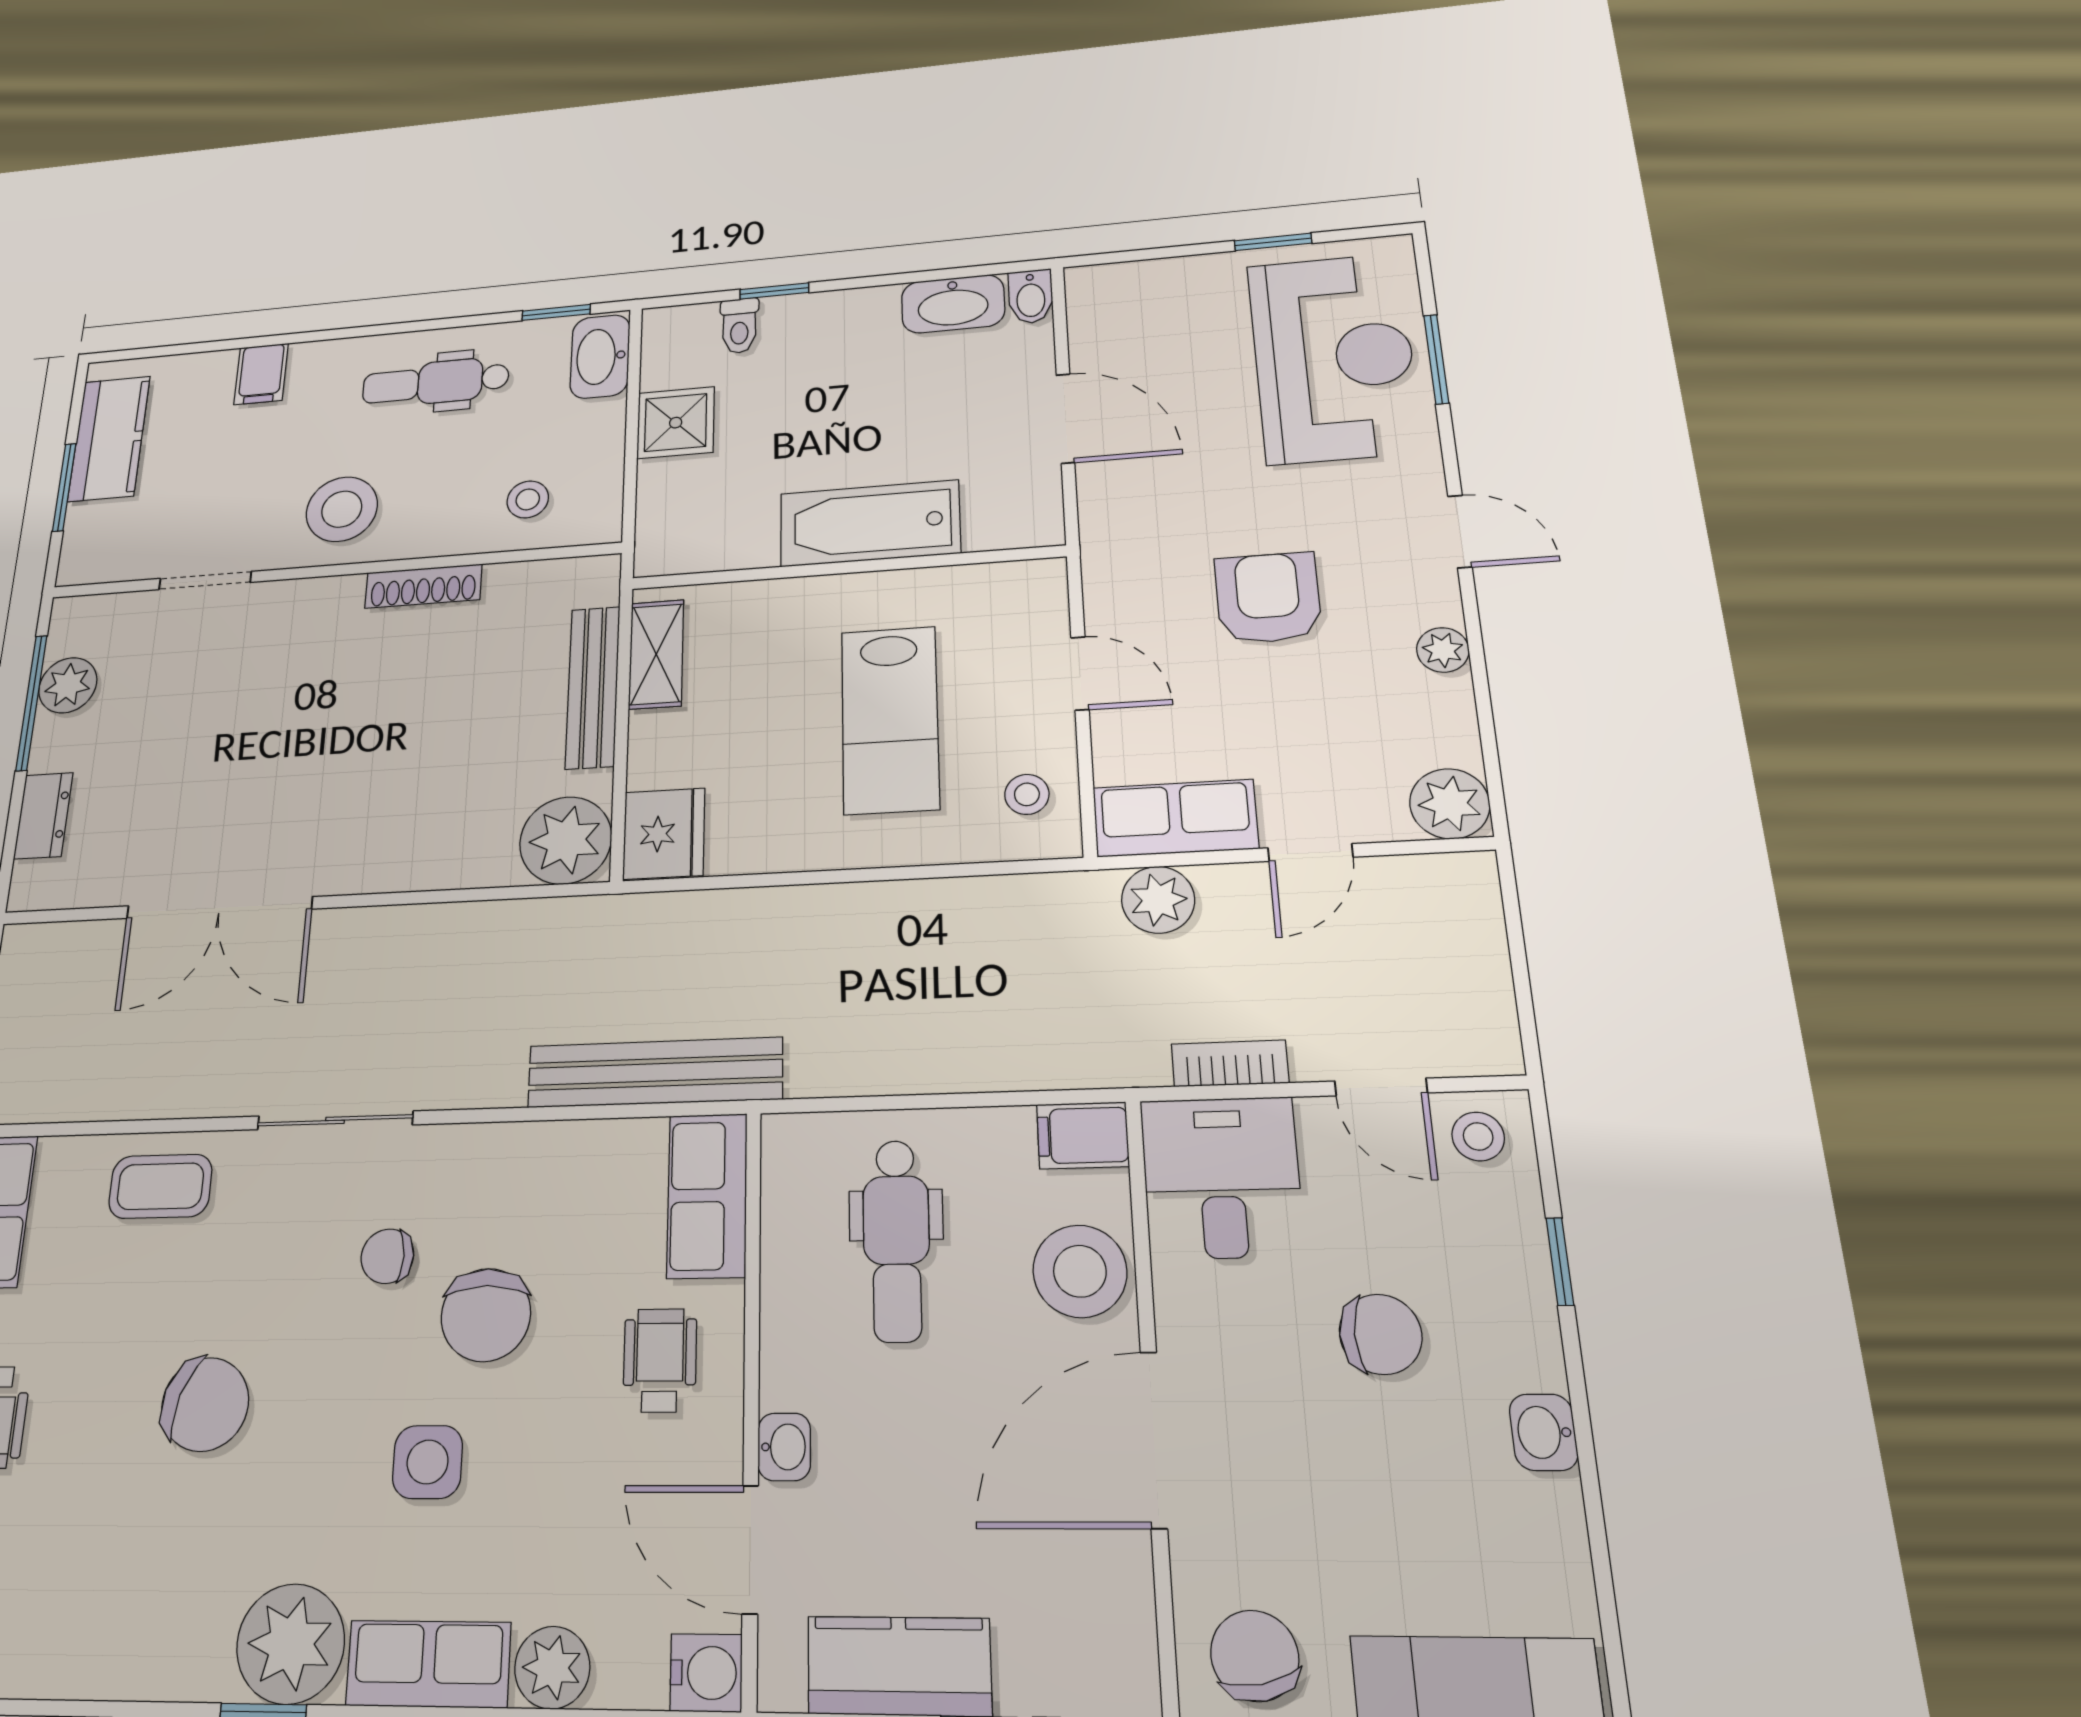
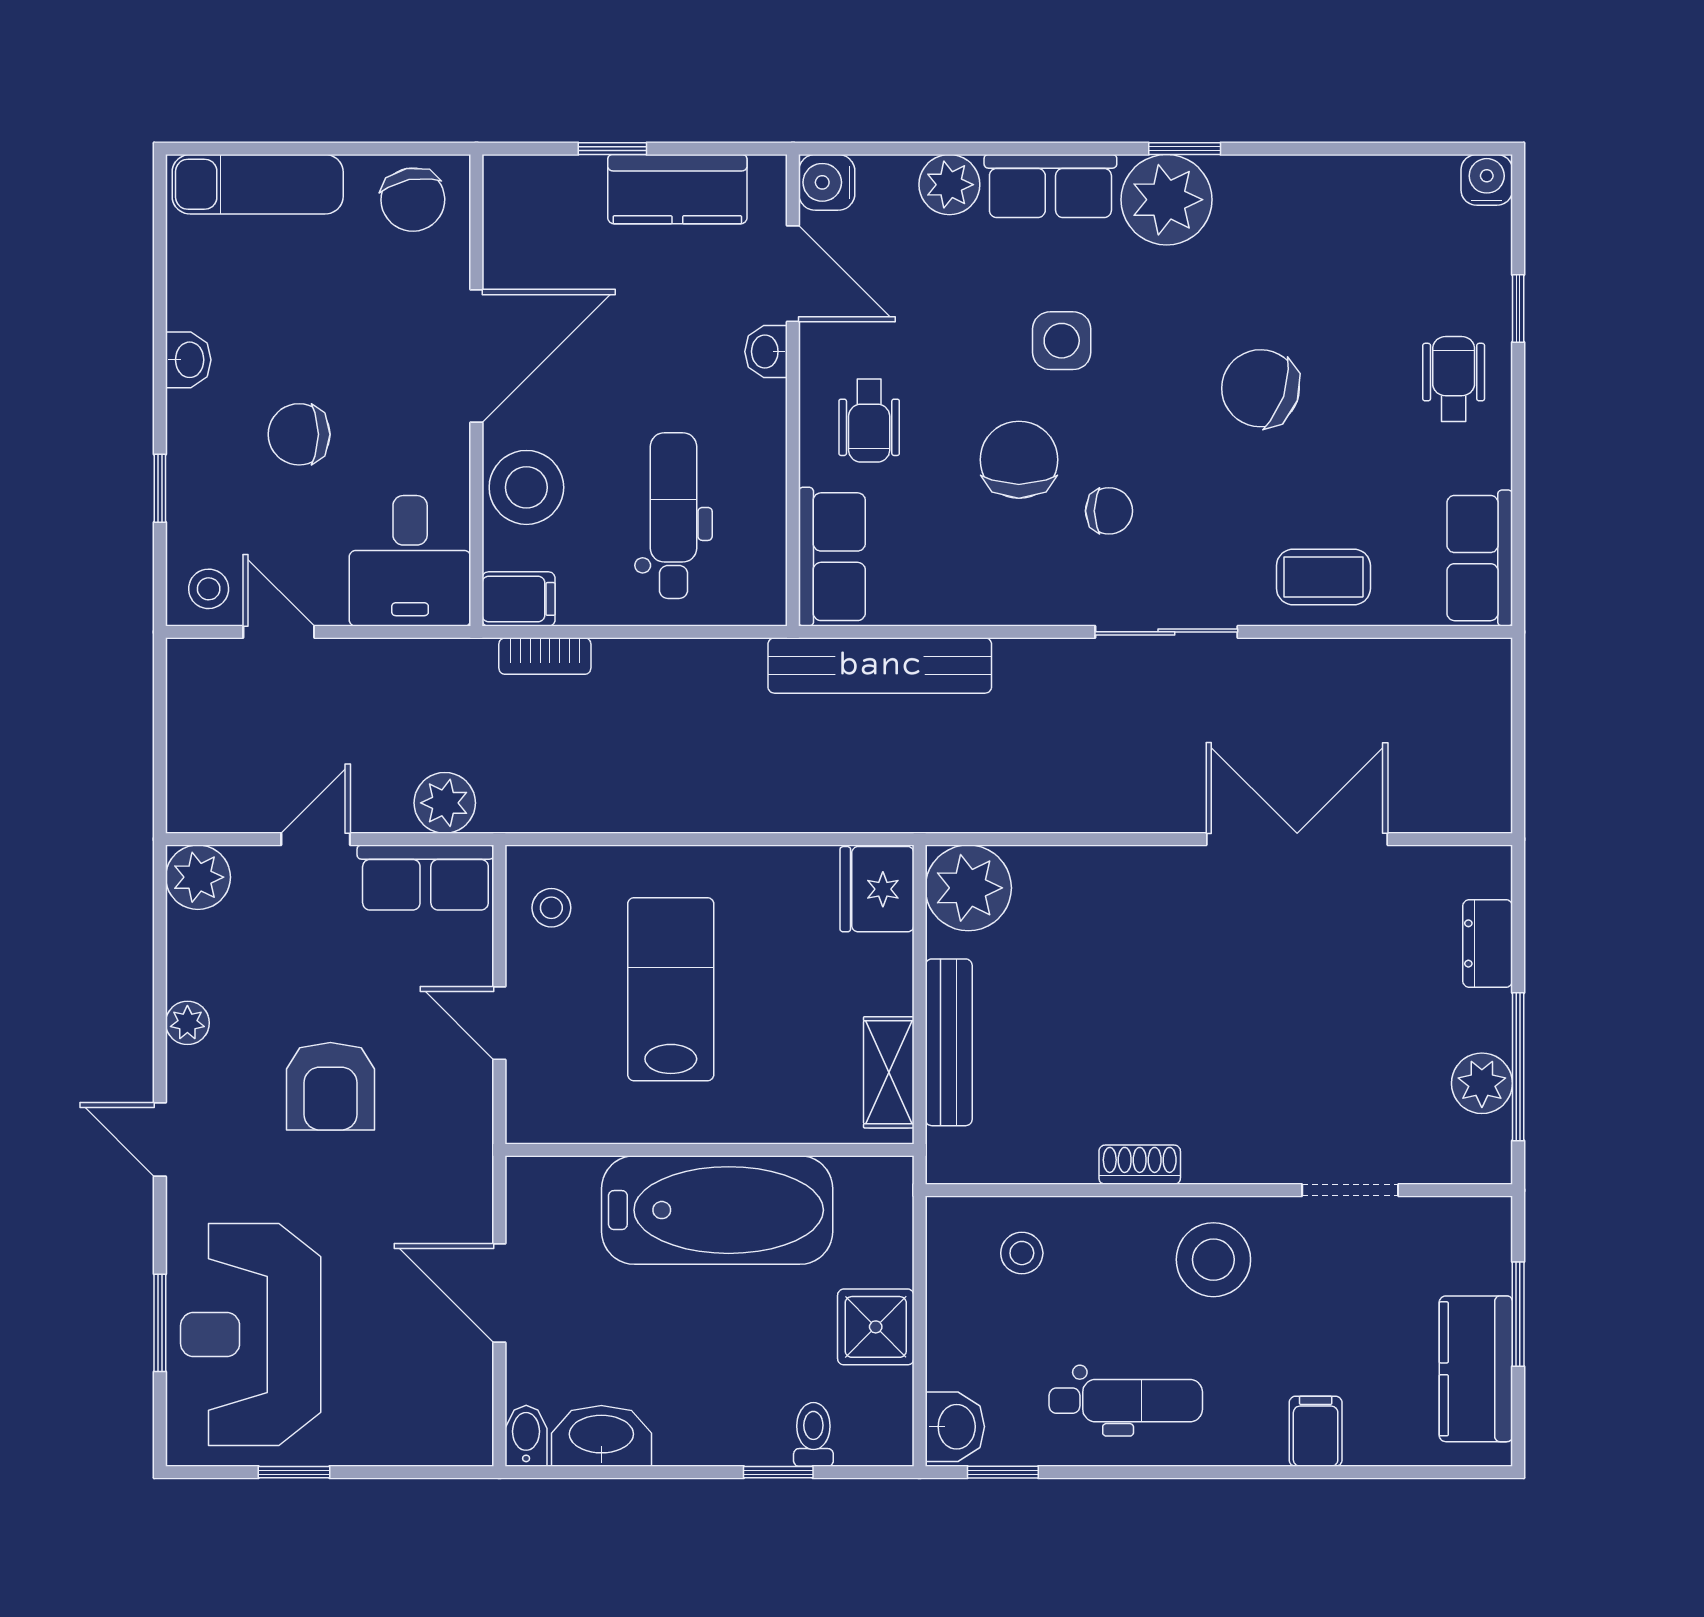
washbasin: (600, 356) -> (955, 1427), width x0.72
bathtub: (870, 523) -> (717, 1210), width x1.36, depth x1.36
shoe rack: (423, 586) -> (1140, 1165), width x0.70
bookcase: (1230, 1063) -> (545, 656), moved

